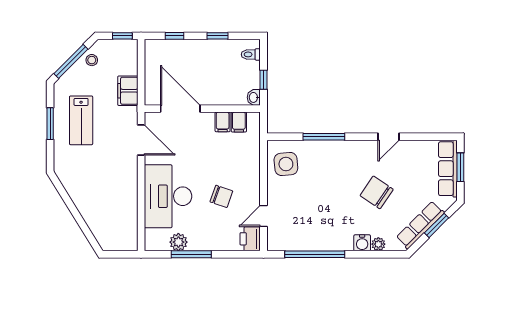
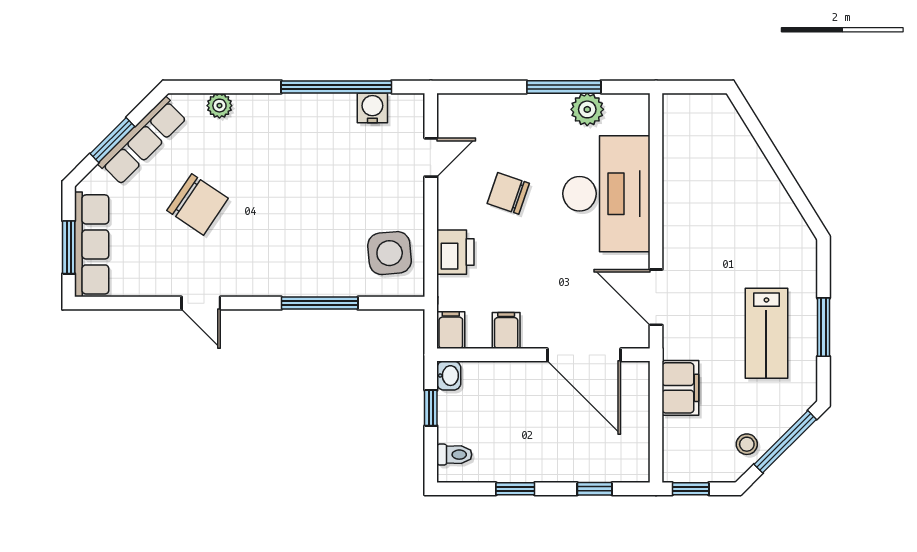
lab bench: (81, 120) -> (766, 333), turned 180
filing cabinet: (239, 122) -> (451, 330), moved
door: (388, 137) -> (201, 303), swing flipped
chair: (377, 192) -> (198, 204), moved
printer: (250, 239) -> (455, 252), moved
water cooler: (362, 243) -> (372, 108), moved

